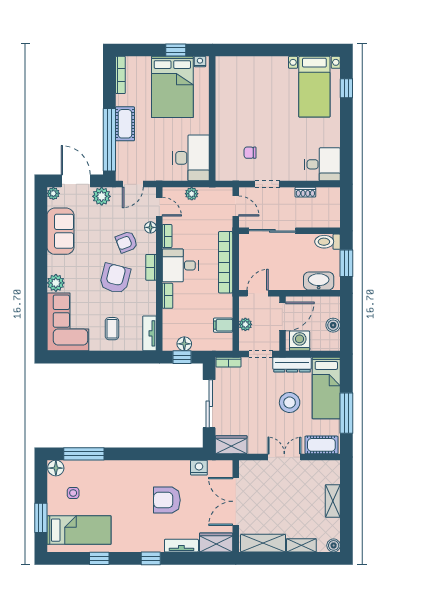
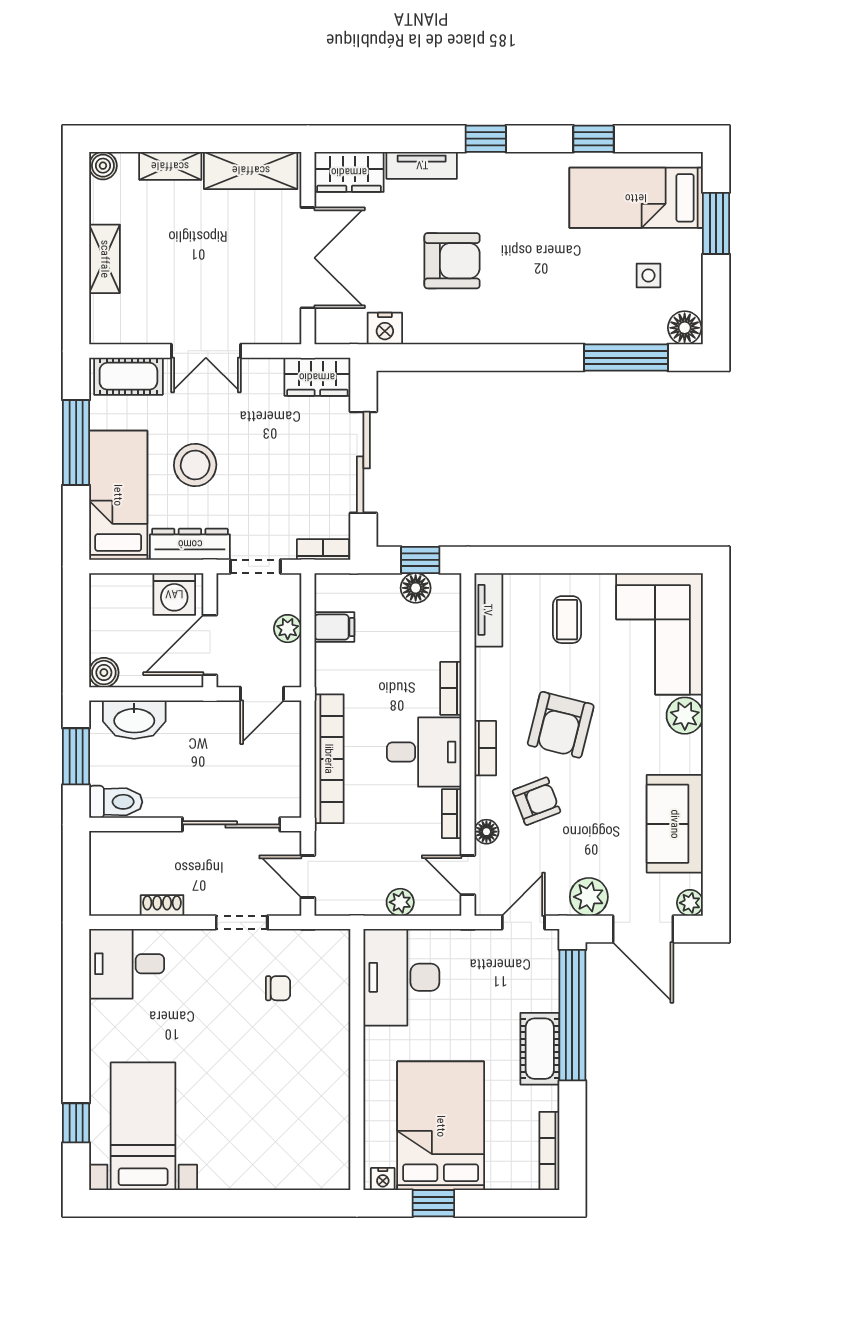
boiler: (333, 325) -> (104, 673), moved

